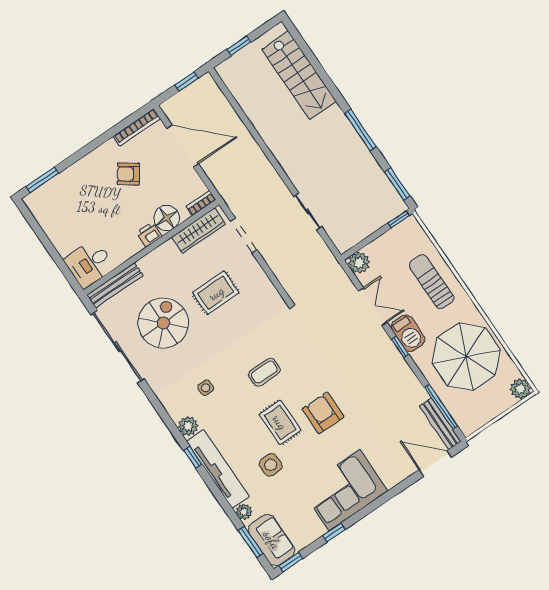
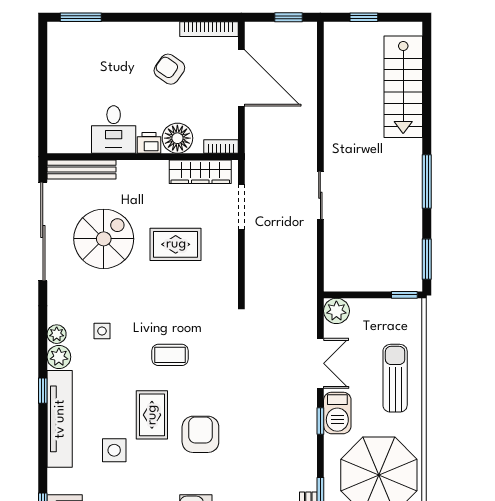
sliding door: (308, 212) -> (320, 195), moved
desk: (89, 264) -> (114, 129), moved, turned -90
plant: (244, 512) -> (57, 334), moved

